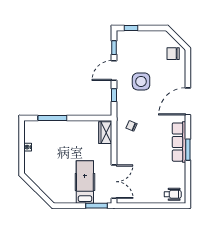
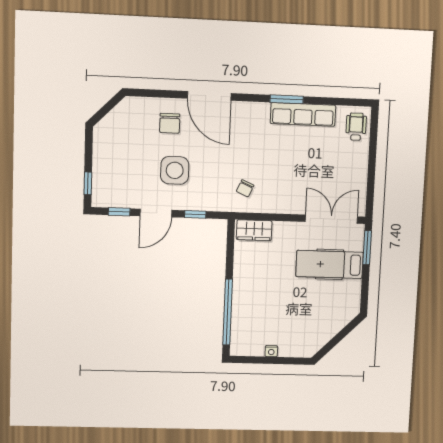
chair: (173, 54) -> (170, 123), moved
door: (114, 71) -> (156, 213), hinge flipped
window: (52, 118) -> (228, 312), width x1.46
row of seats: (179, 142) -> (303, 114), moved

